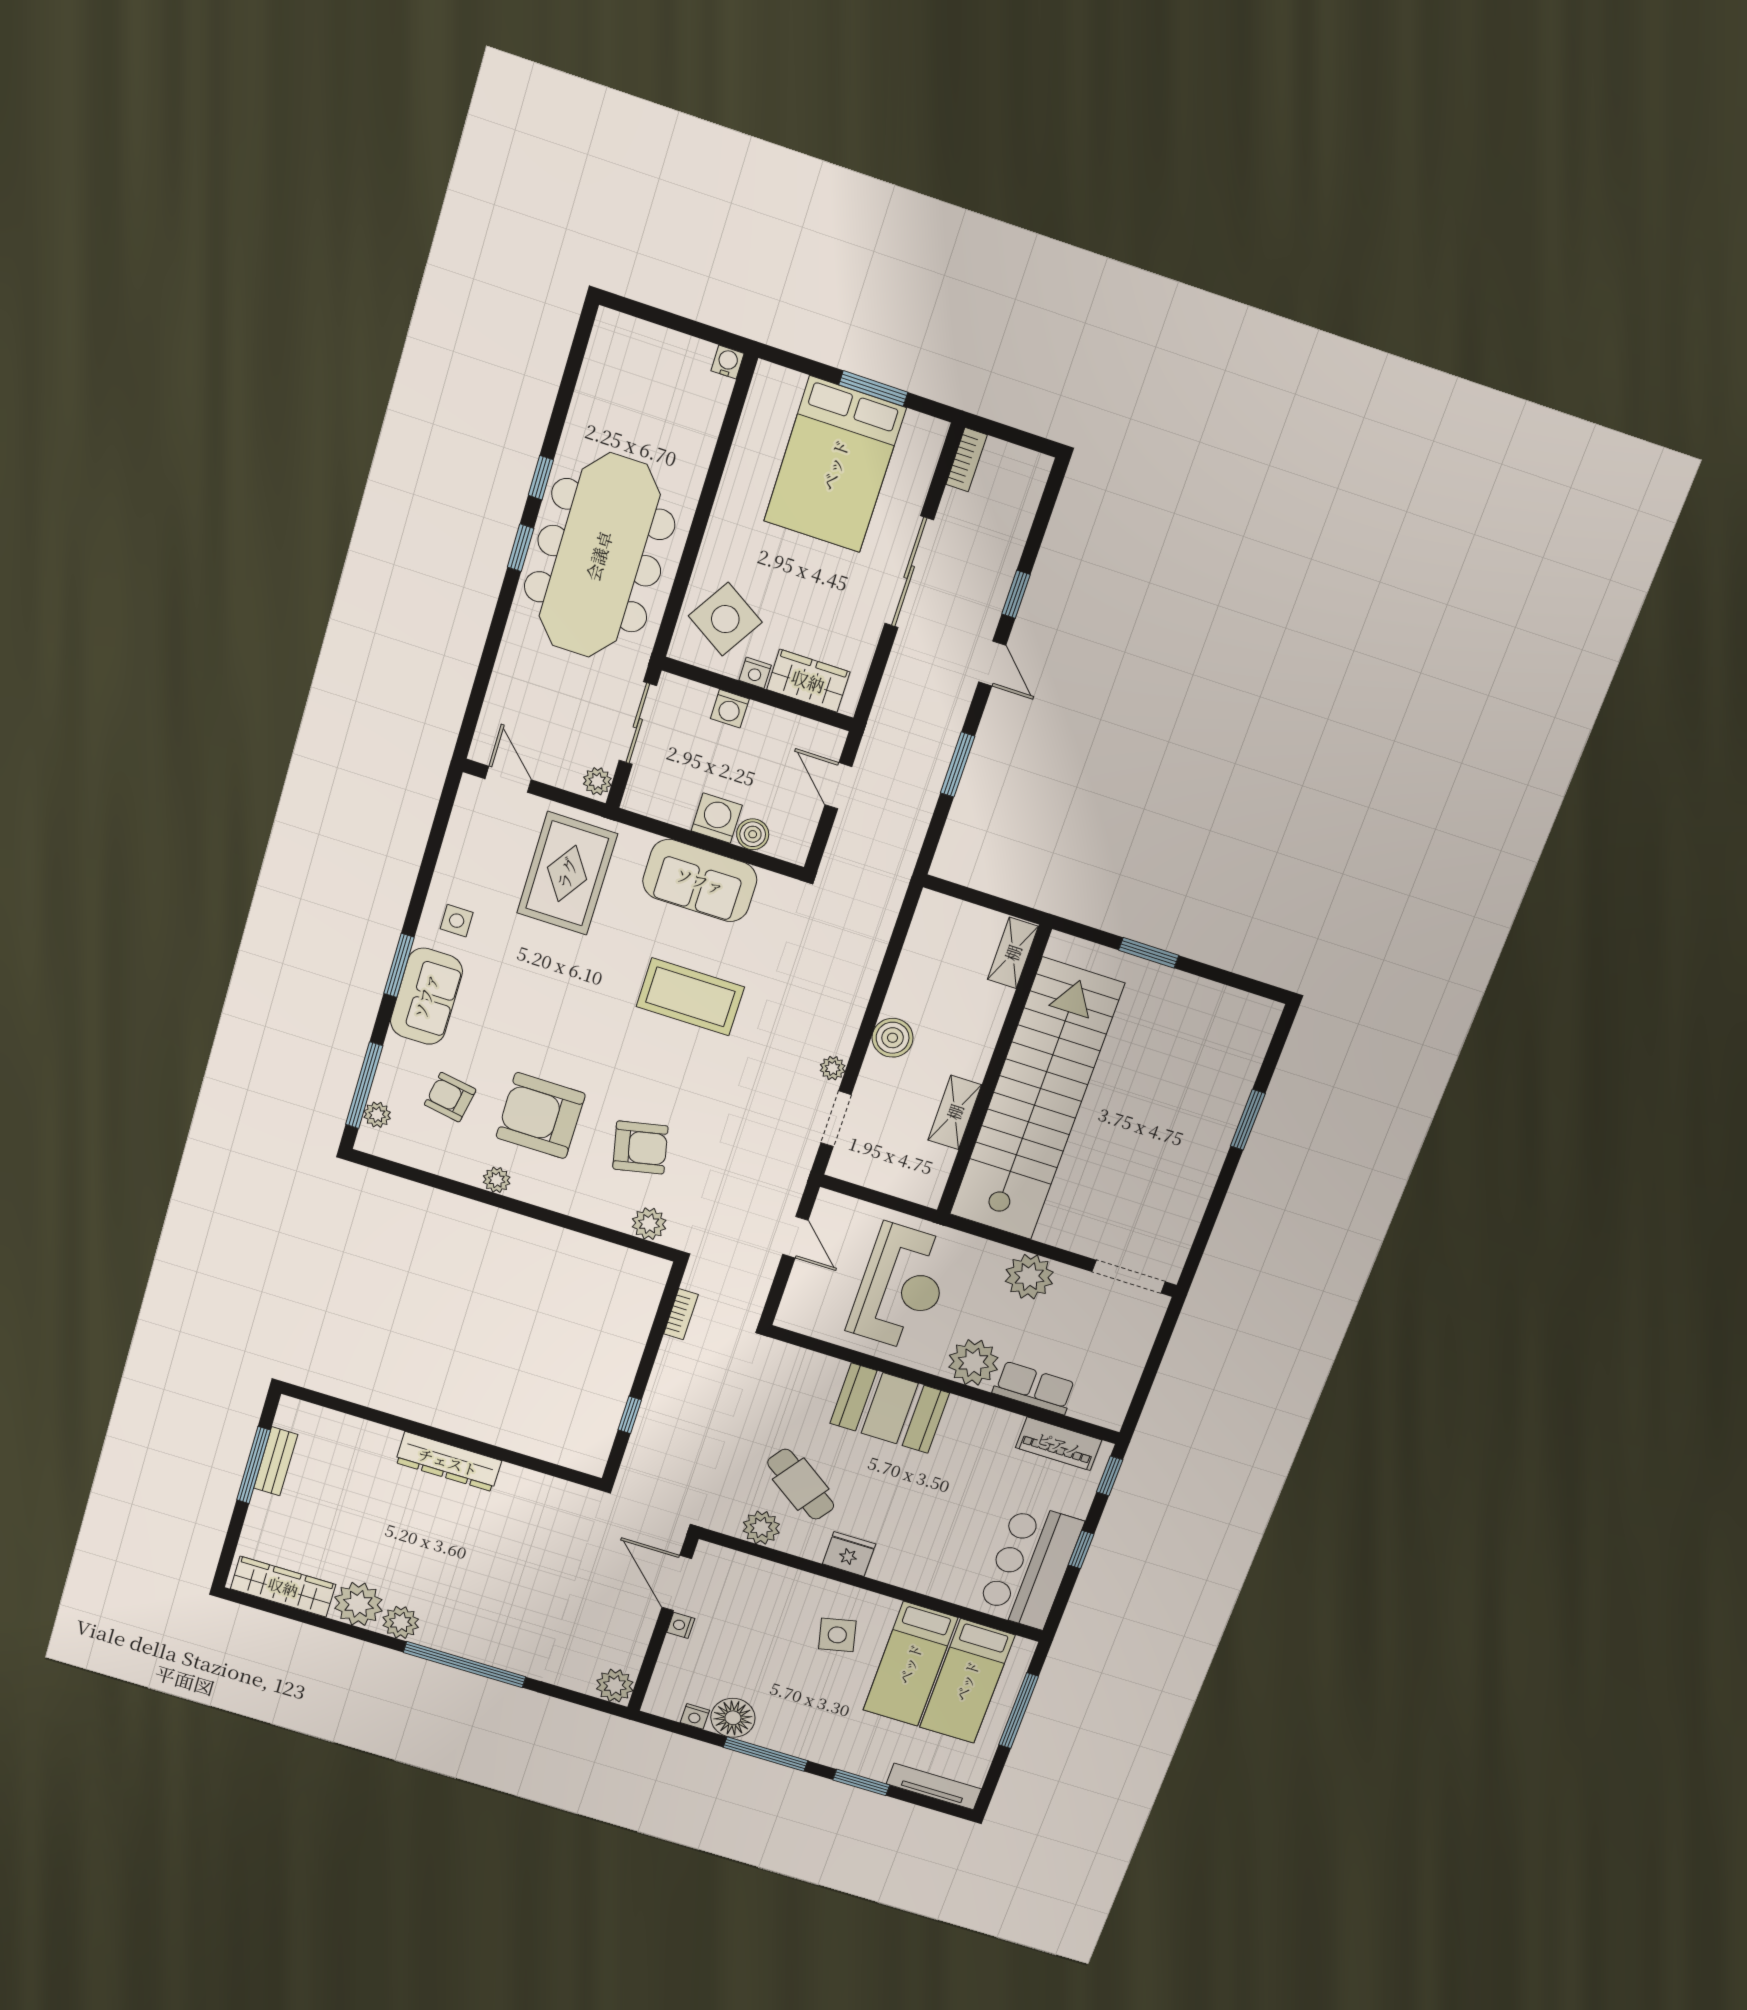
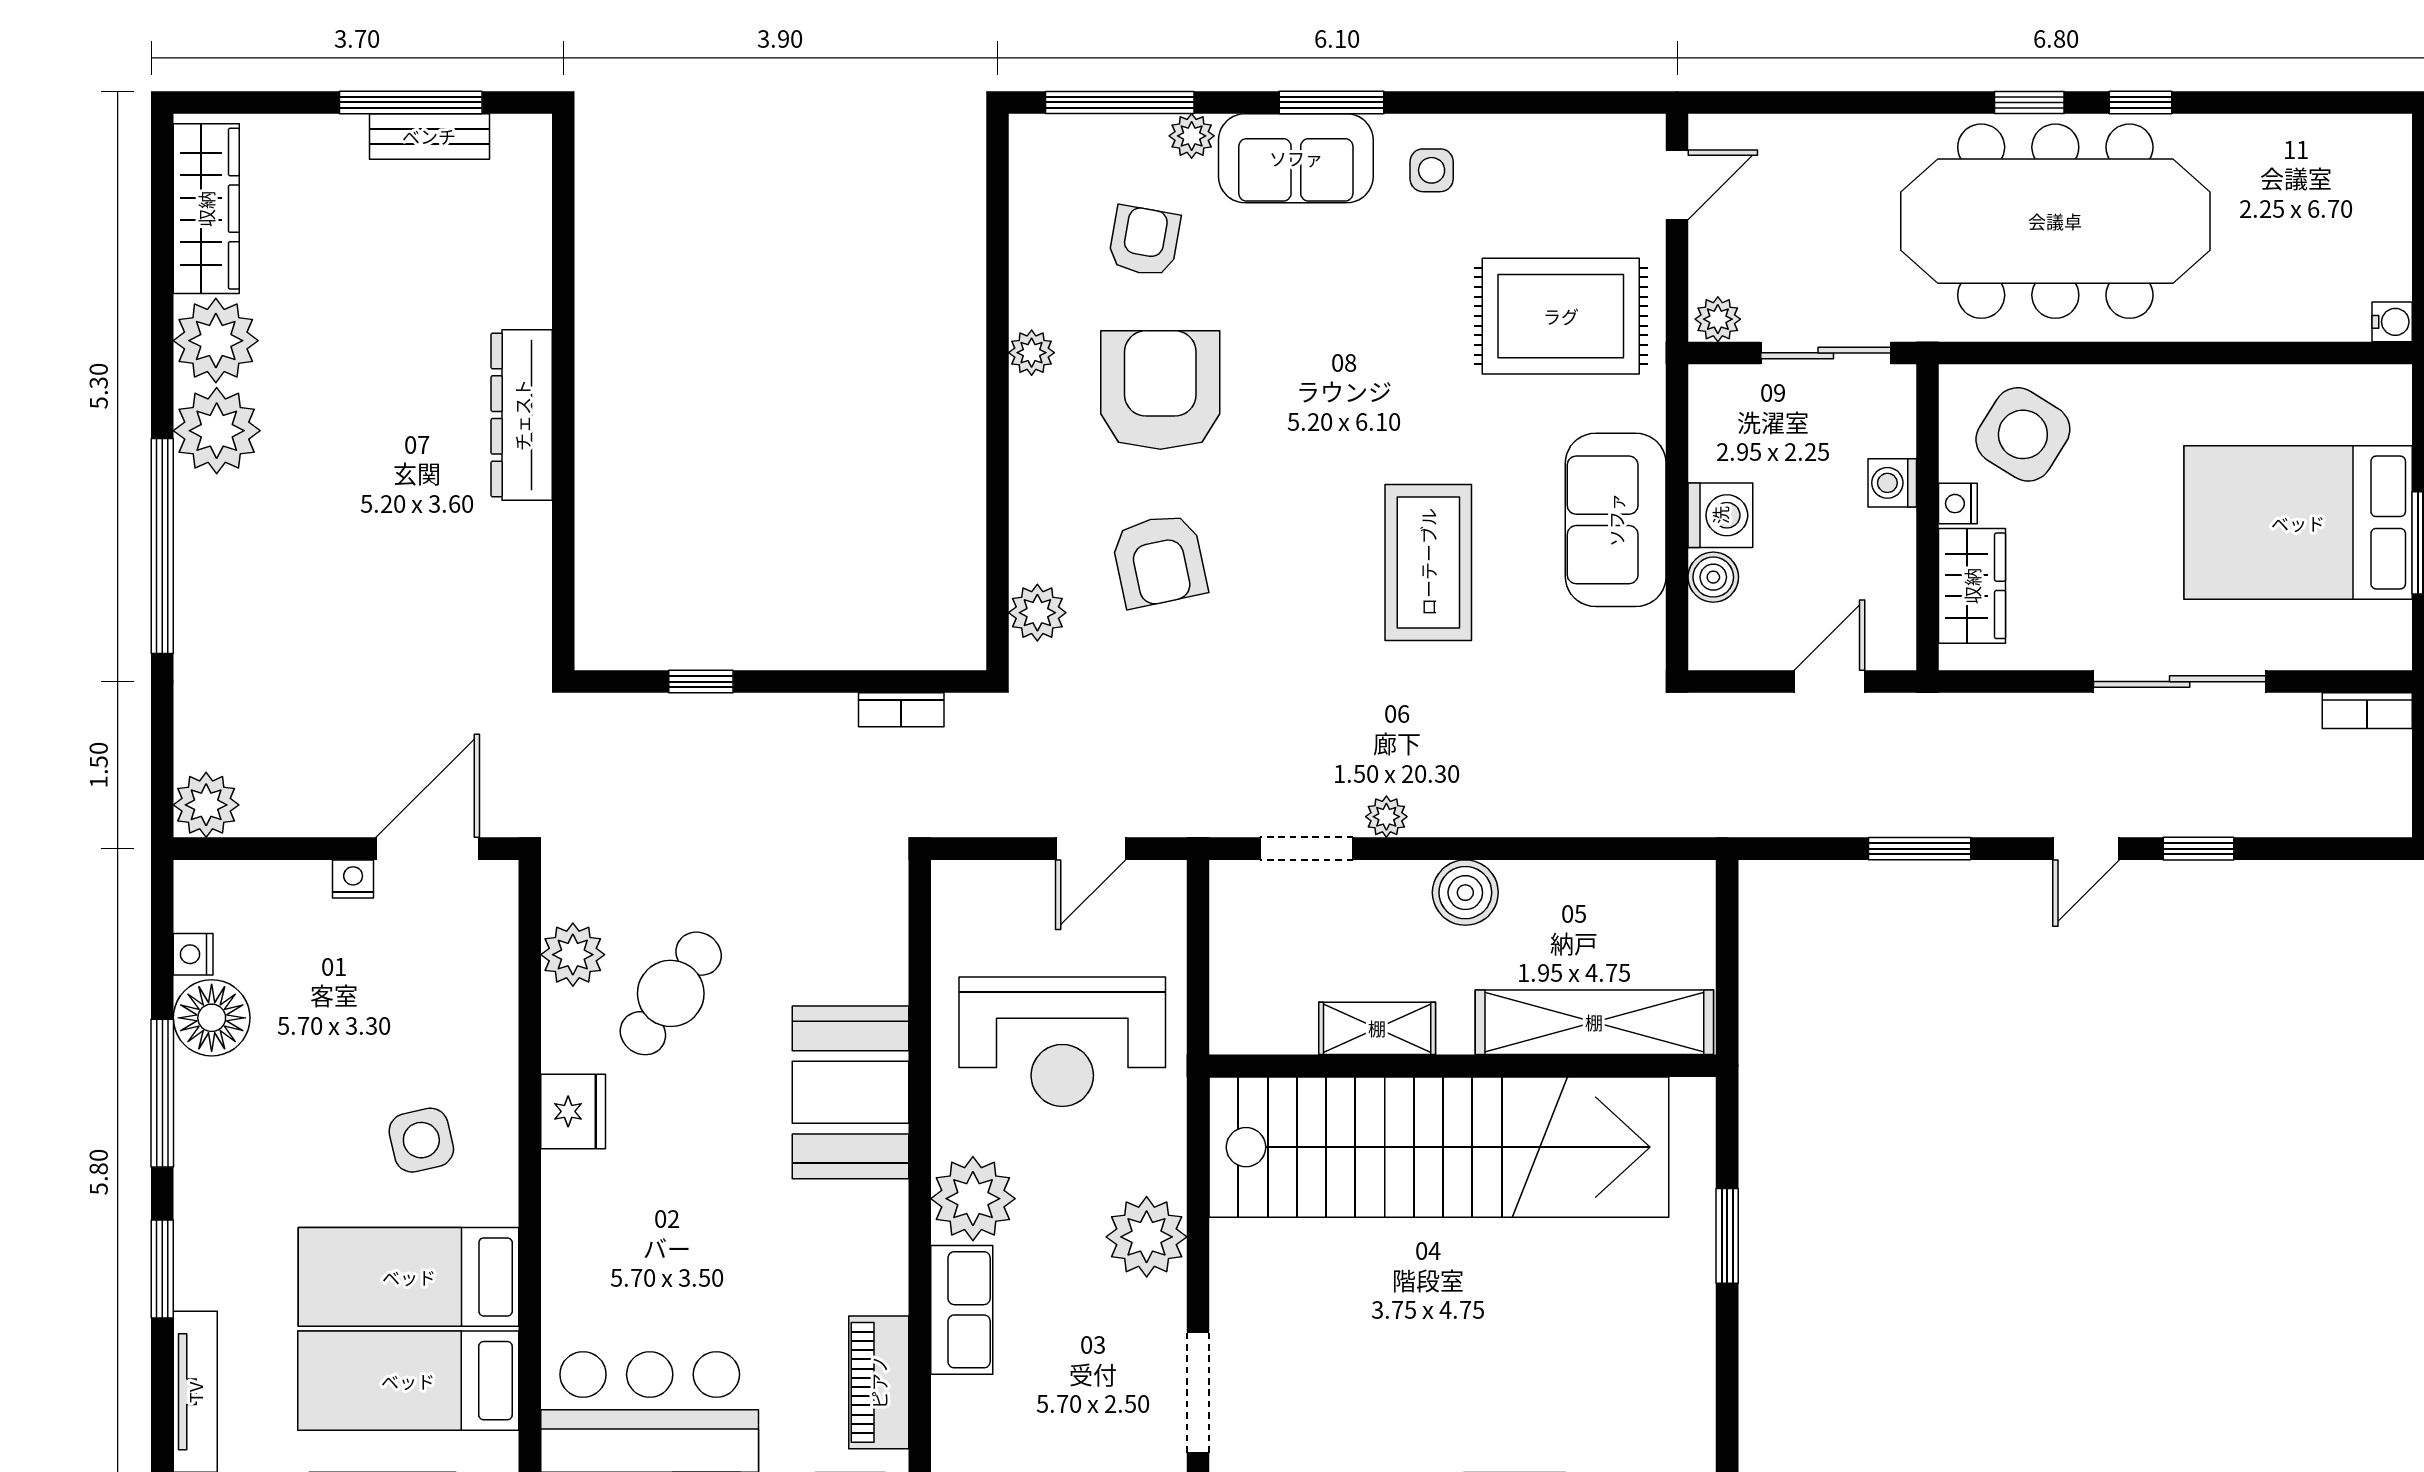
shelving: (1013, 953) -> (1594, 1022), width x2.20, depth x1.33
plant: (377, 1115) -> (1192, 136), moved
plant: (401, 1622) -> (217, 431), width x1.36, depth x1.36

